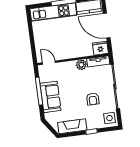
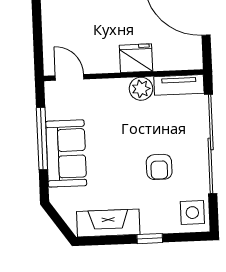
fridge: (100, 48) -> (136, 58), moved

